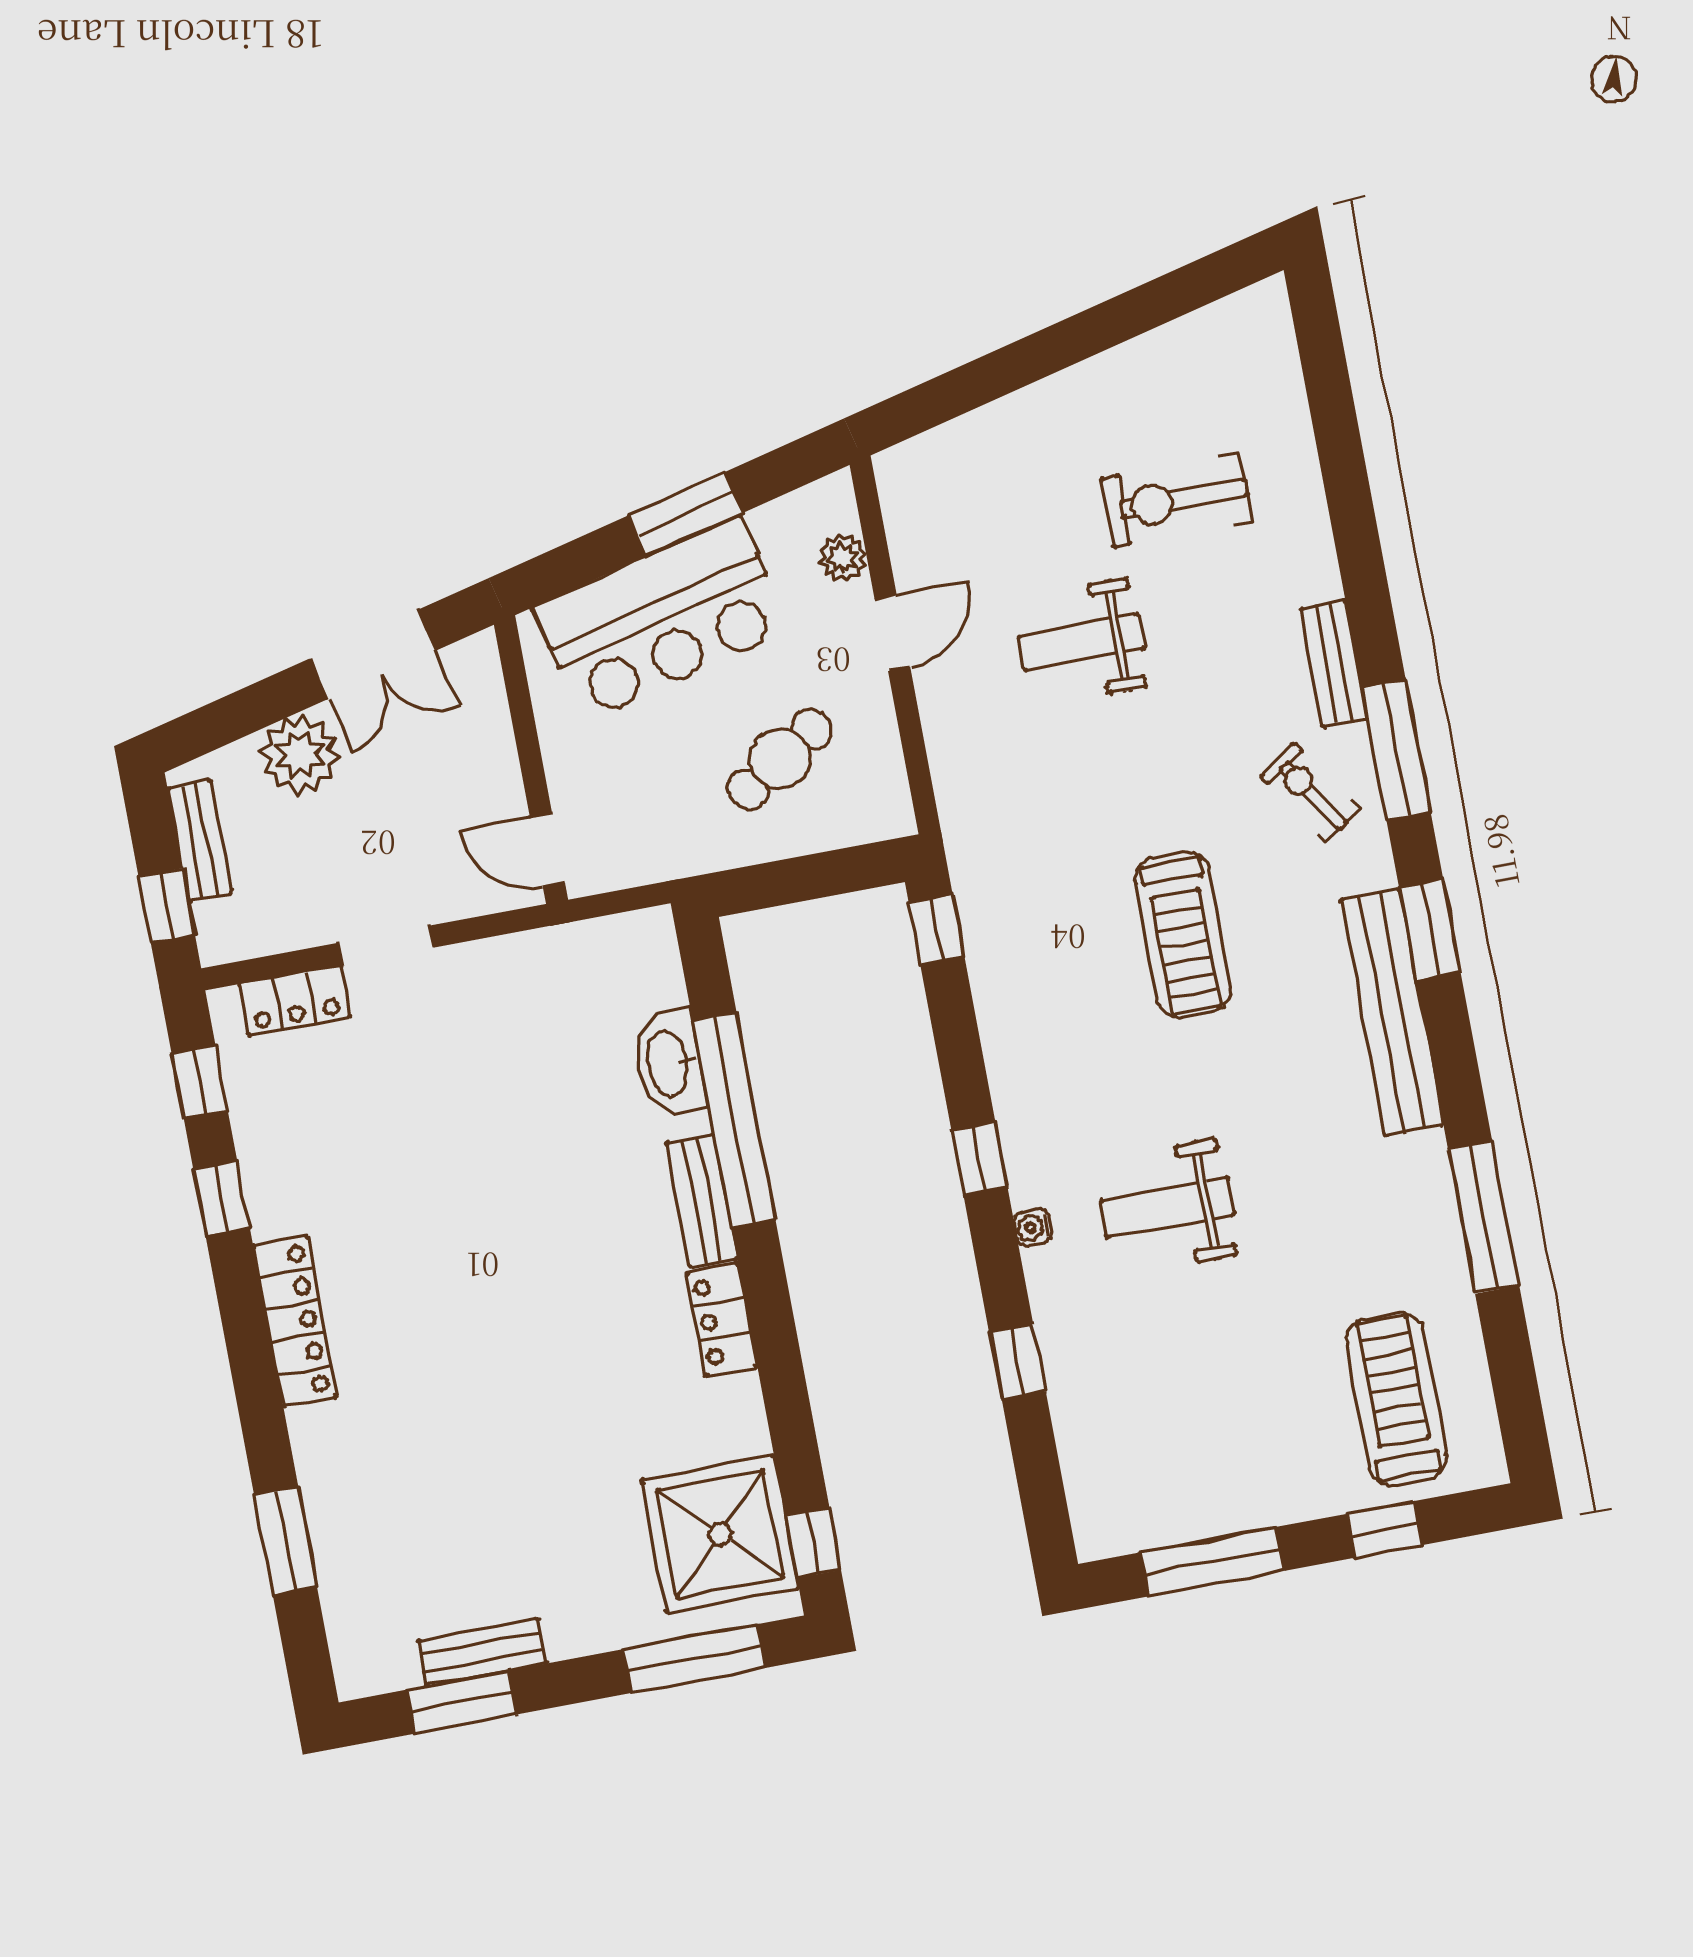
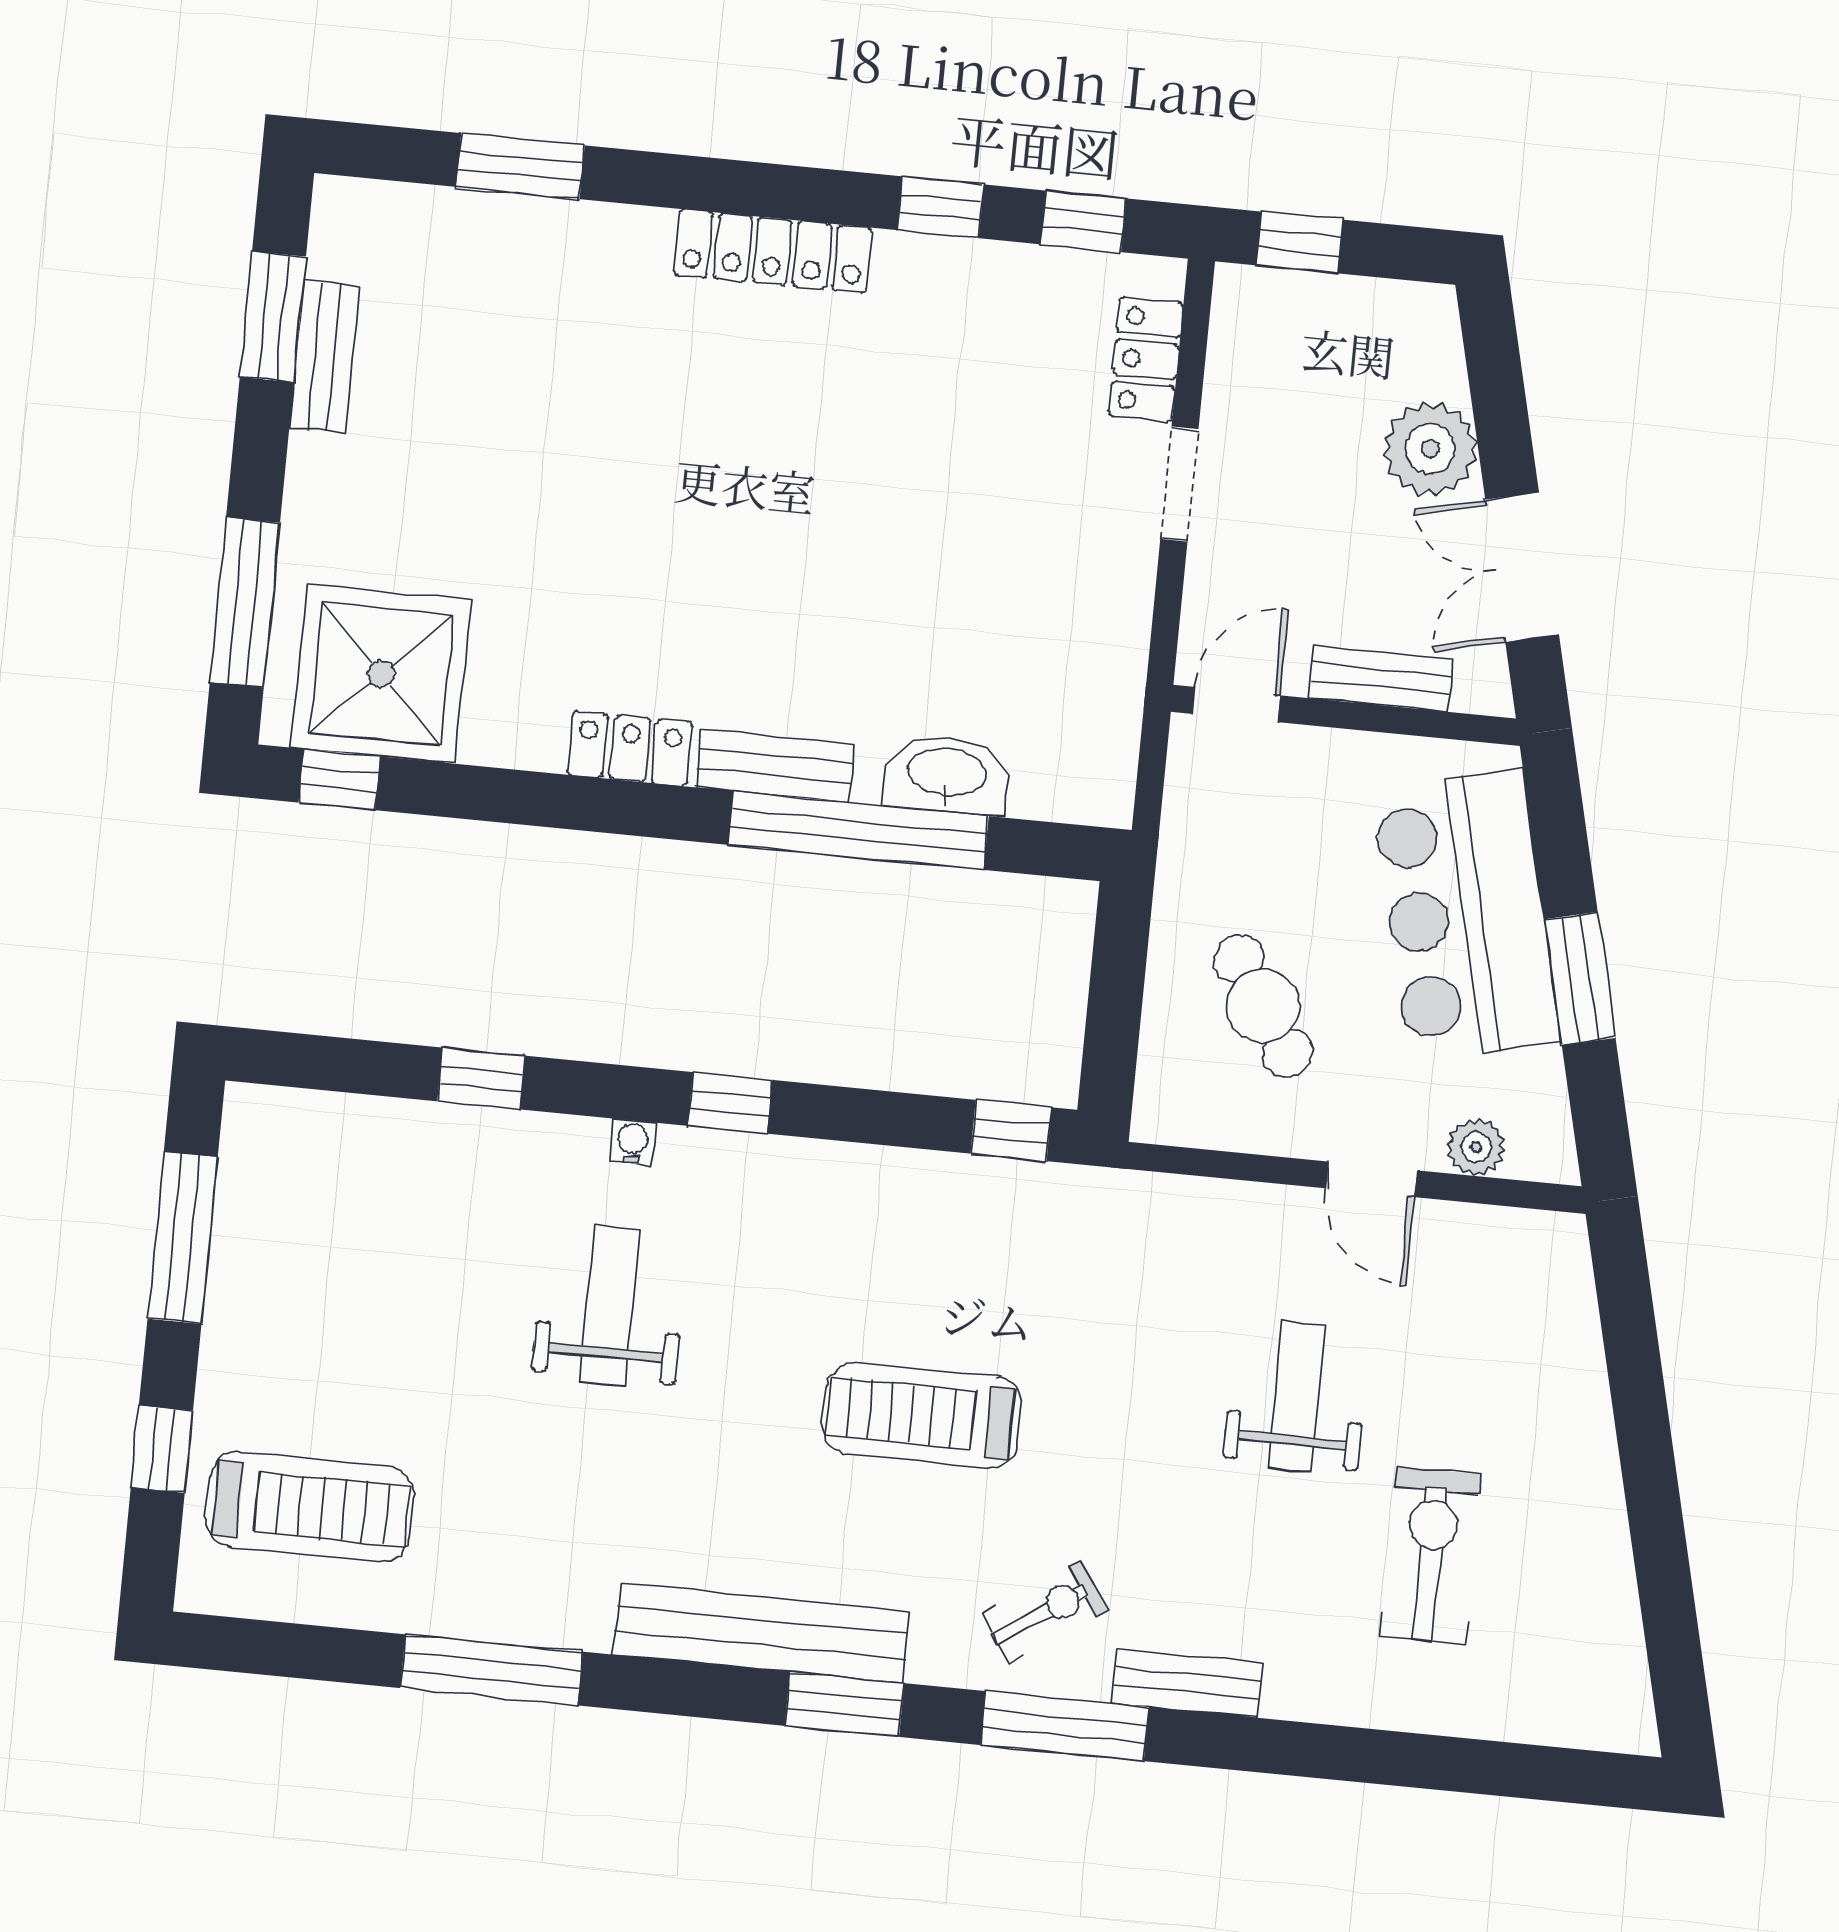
bench: (200, 841) -> (1380, 678), moved

